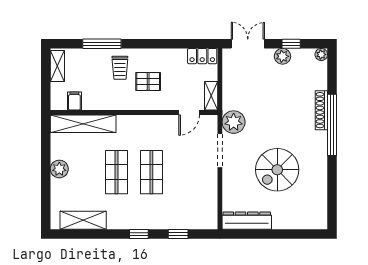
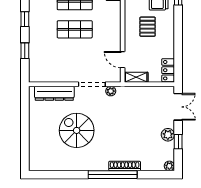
plant: (234, 122) -> (111, 91), width x0.53, depth x0.53
dresser: (247, 221) -> (54, 93), moved, turned 90

